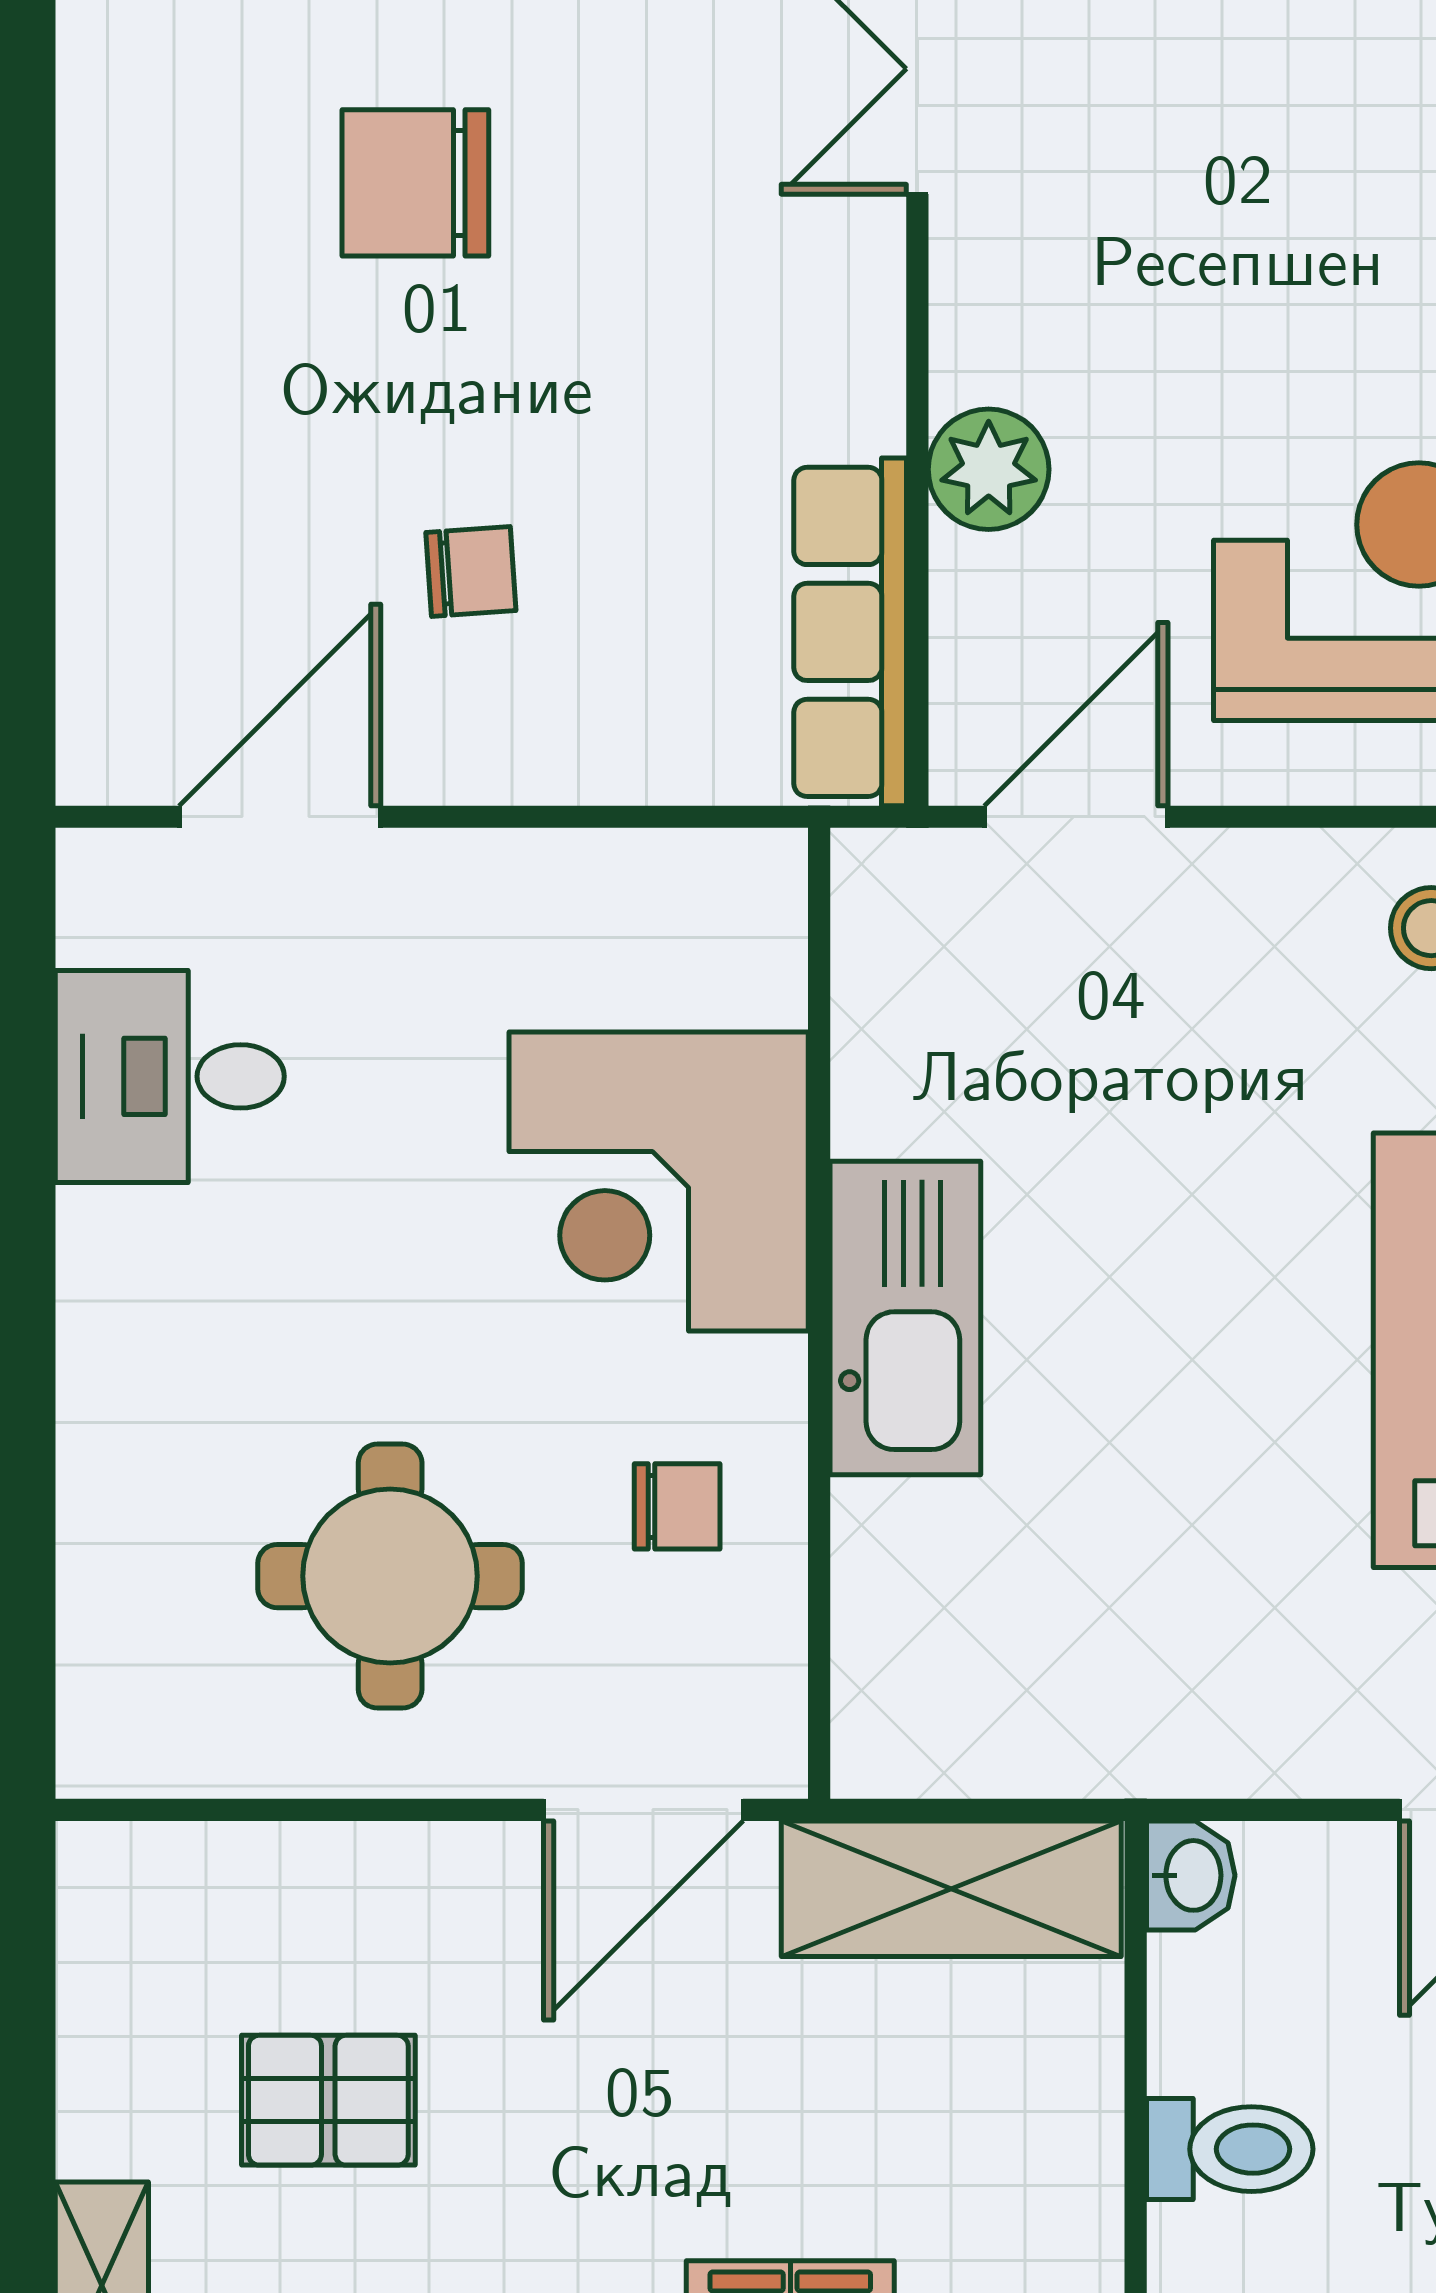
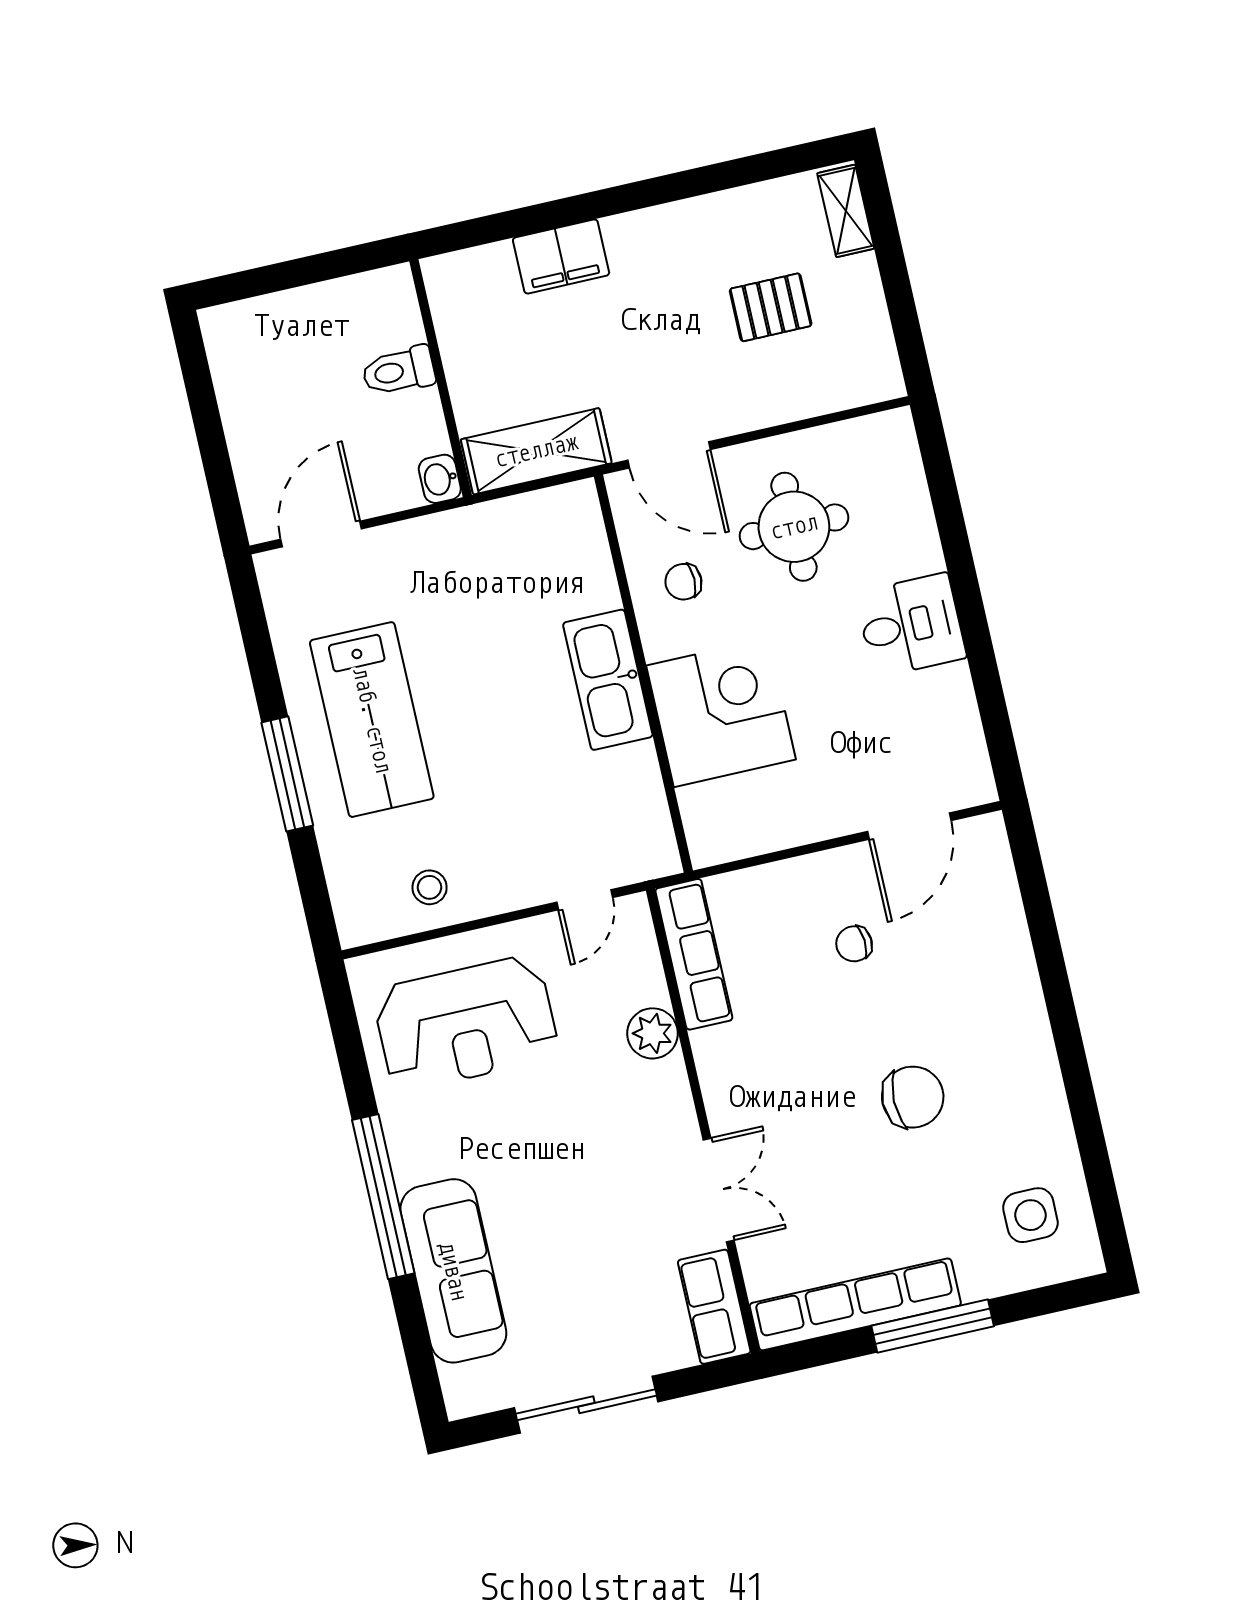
door: (1076, 817) -> (585, 900), width x0.73
desk: (170, 1076) -> (911, 625), moved
door: (643, 1810) -> (669, 455), swing flipped

